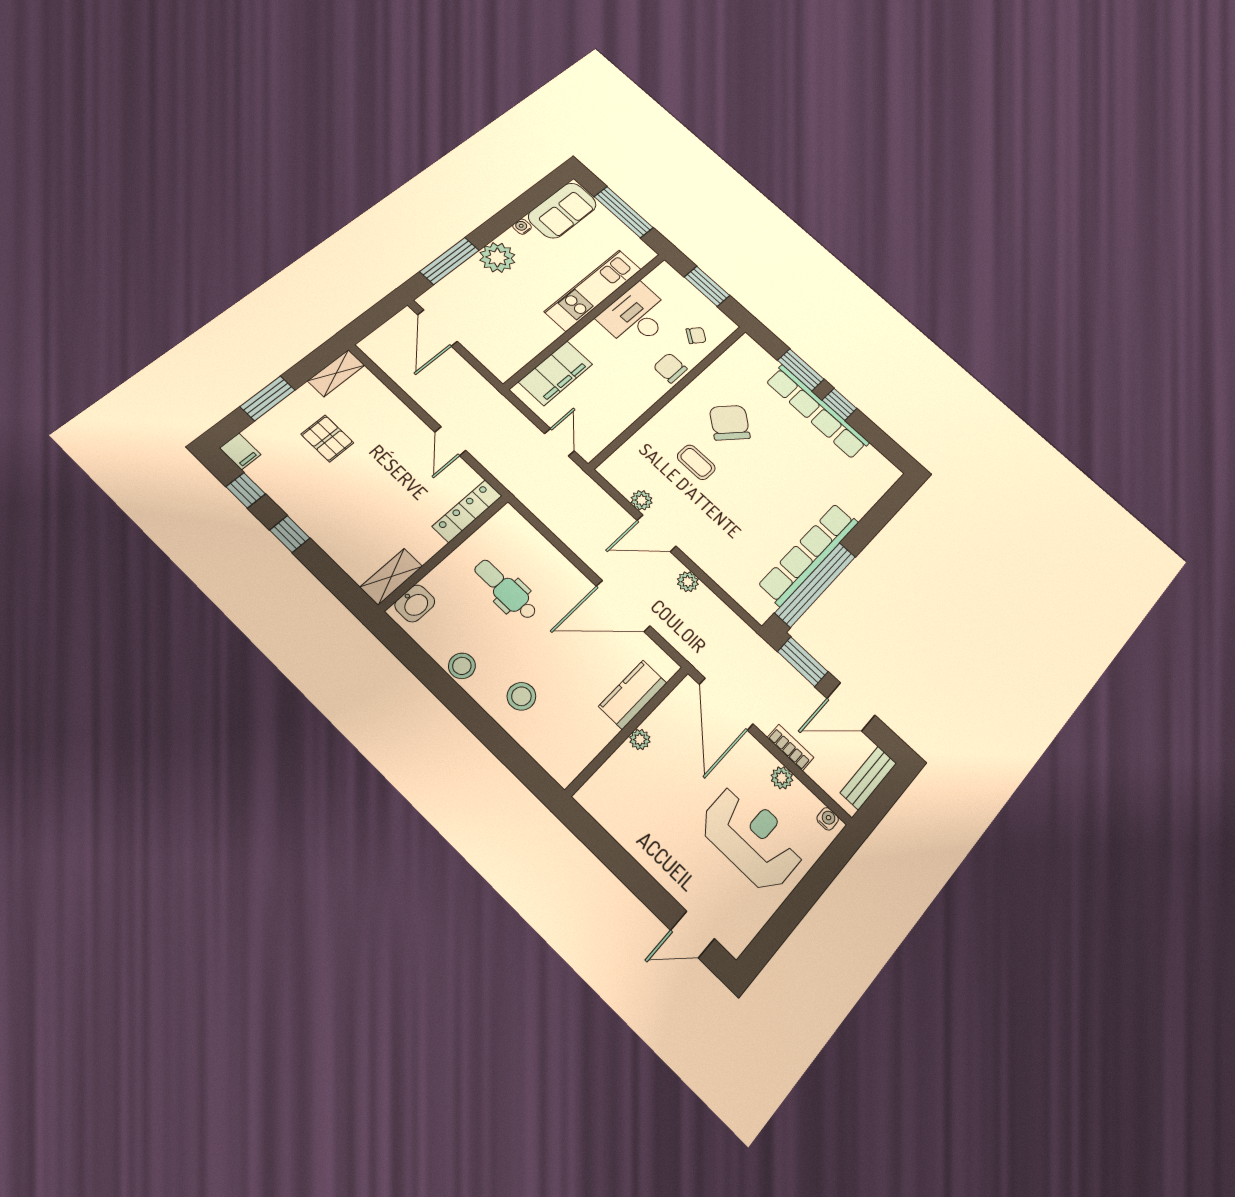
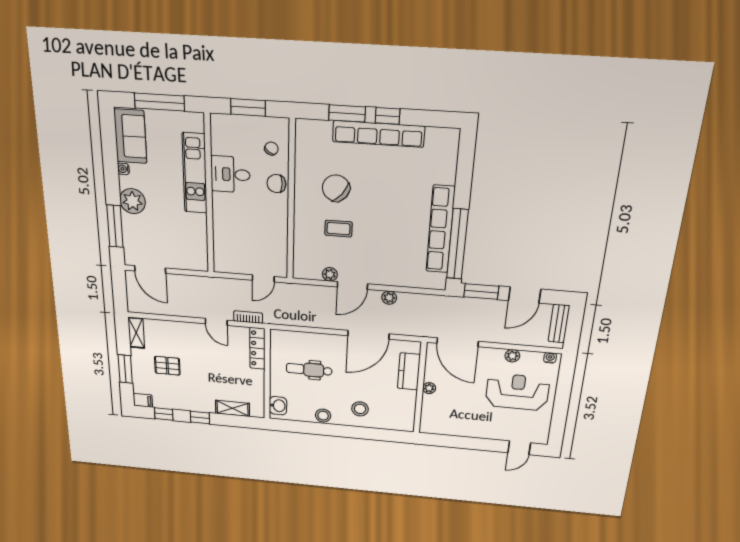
desk: (636, 316) -> (230, 174), width x0.73
filing cabinet: (556, 373) -> (225, 242), removed
door: (559, 442) -> (263, 278), swing flipped
shelving: (391, 577) -> (233, 408), moved, turned 90
bookcase: (790, 747) -> (248, 317), moved

